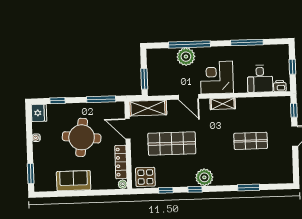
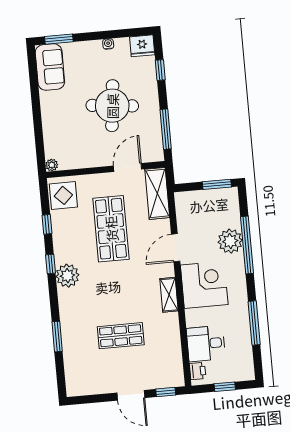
window: (144, 79) -> (217, 184), moved
shop shelf: (251, 141) -> (121, 336), turned 90
locker: (121, 162) -> (82, 161), removed
sofa: (74, 181) -> (50, 67), moved

